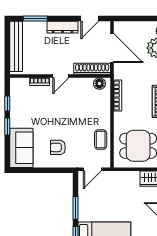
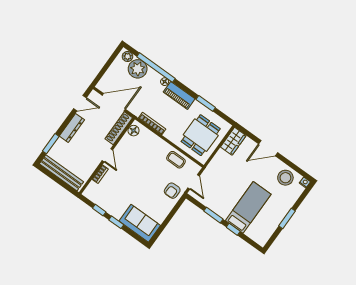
door: (90, 19) -> (80, 103), hinge flipped
armchair: (58, 147) -> (172, 191), moved

